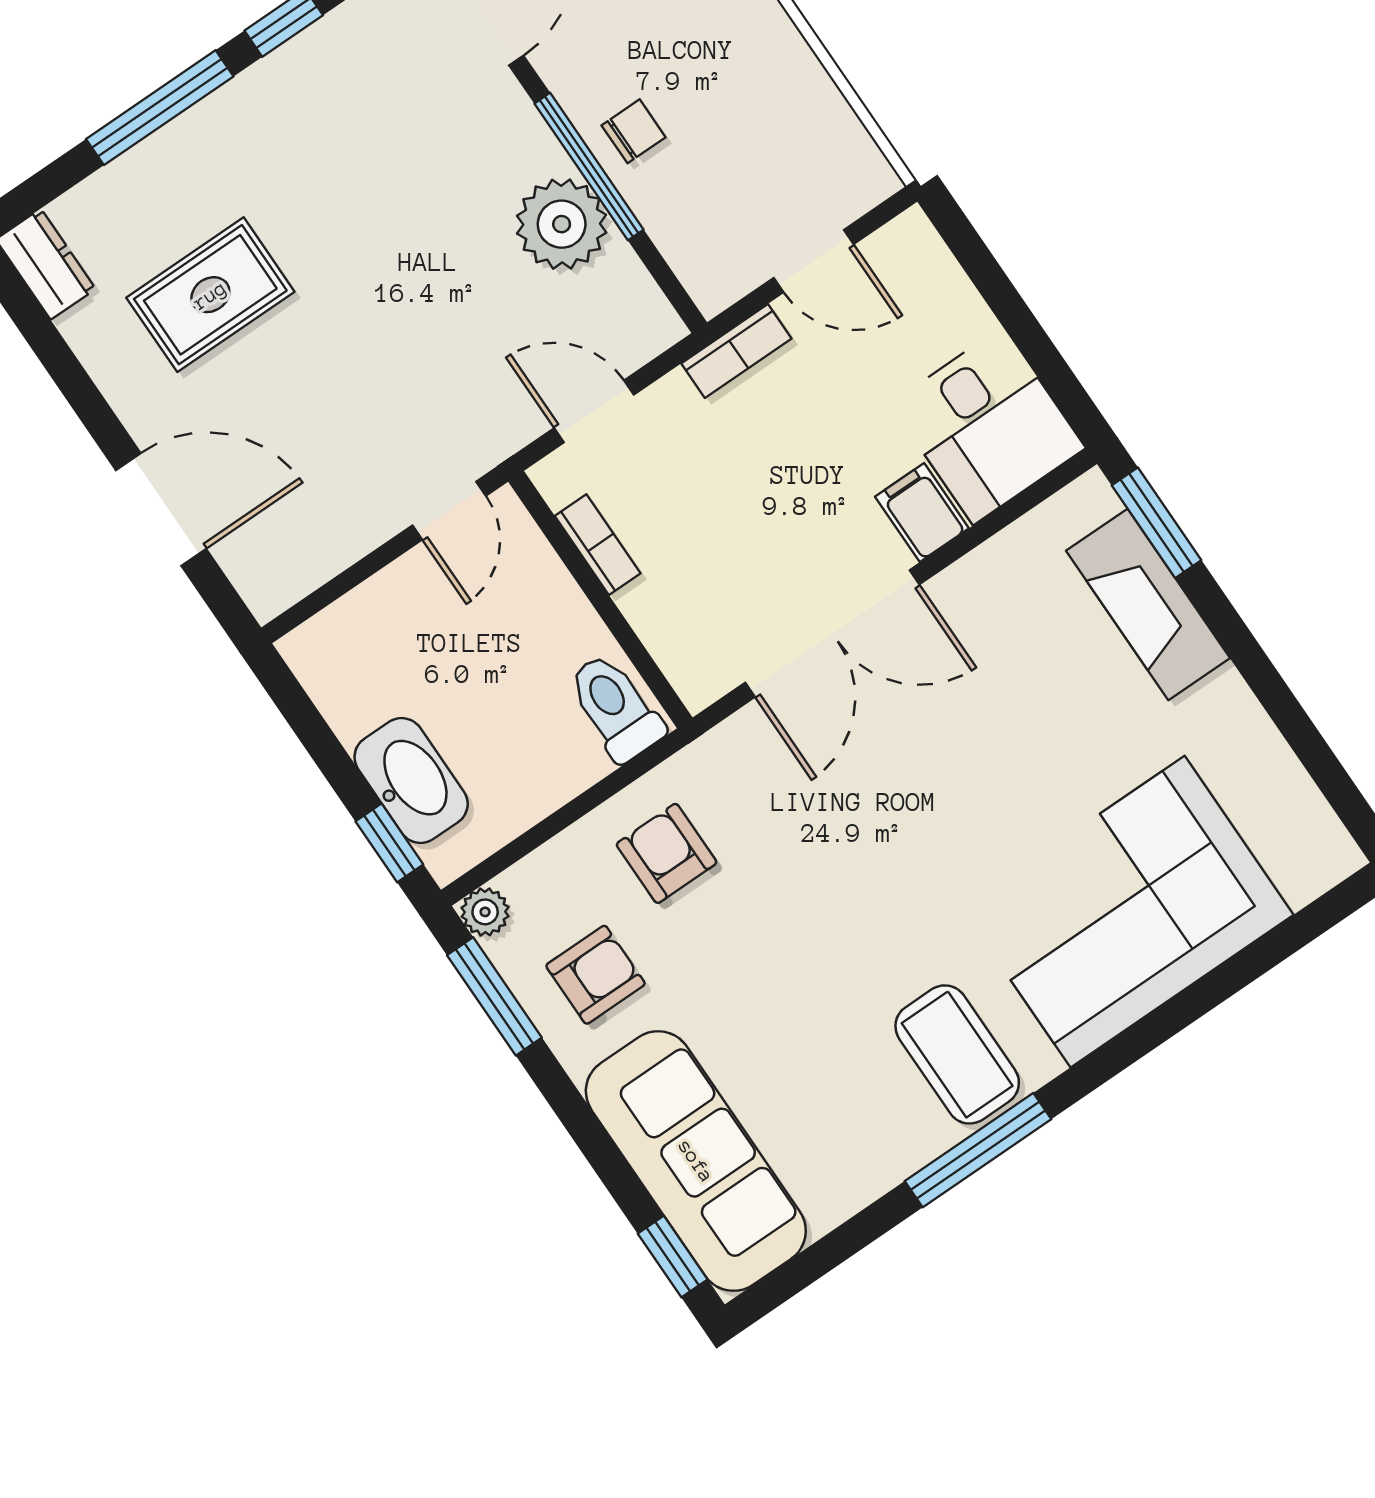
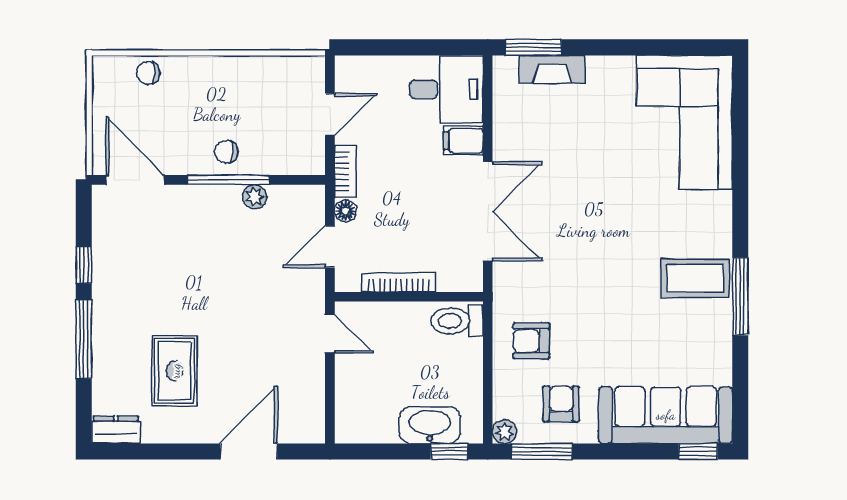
chair: (634, 131) -> (226, 152), turned -90
plant: (562, 224) -> (255, 197), width x0.53, depth x0.53
floor lamp: (671, 397) -> (346, 211), added
bookcase: (598, 545) -> (399, 282), width x1.56
fireplace: (1148, 604) -> (552, 69), width x0.73, depth x0.76
corner sofa: (1128, 912) -> (684, 122), moved

